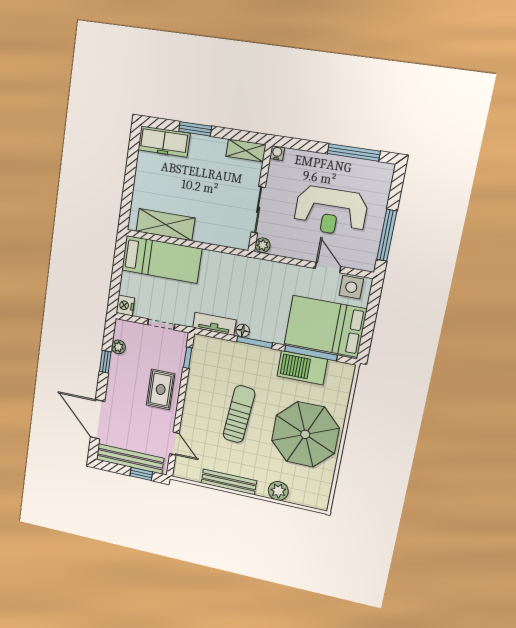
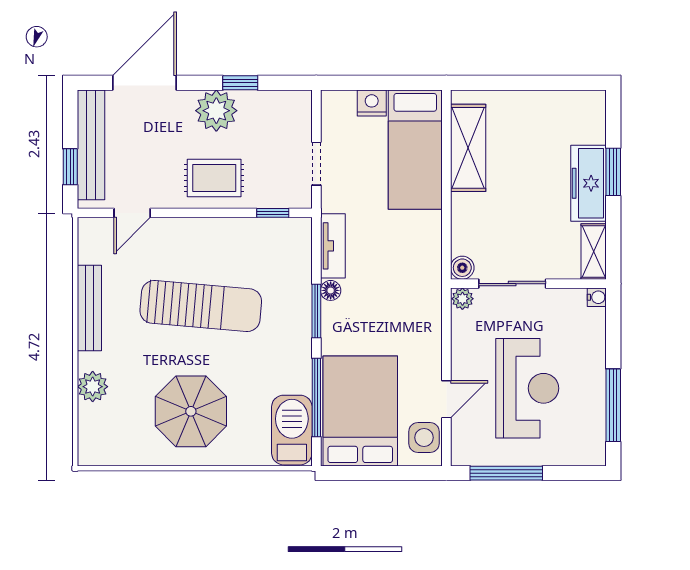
freezer: (164, 142) -> (589, 183), moved
reception desk: (331, 211) -> (527, 388), turned 180
boiler: (242, 242) -> (462, 268), added
nightstand: (125, 306) -> (372, 103), moved
plant: (118, 347) -> (216, 111), moved, width x1.87, depth x1.87
barbecue: (302, 368) -> (292, 430), moved
sun lounger: (239, 414) -> (201, 306), width x1.36, depth x1.34
parasol: (305, 434) -> (191, 411), width x0.73, depth x0.73

